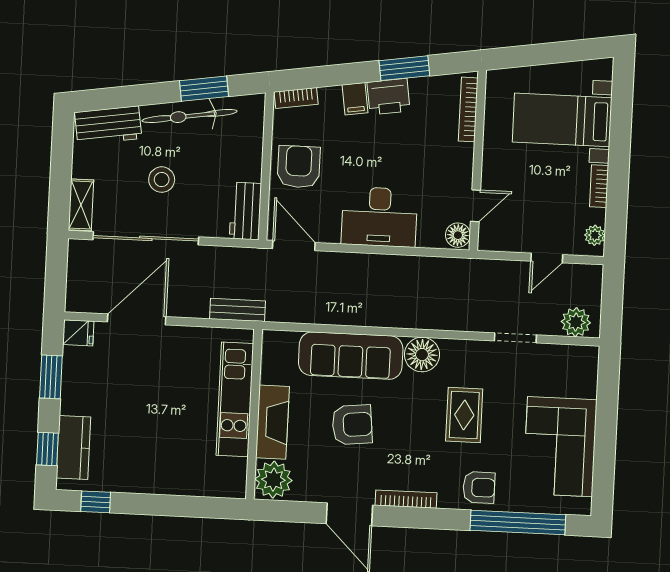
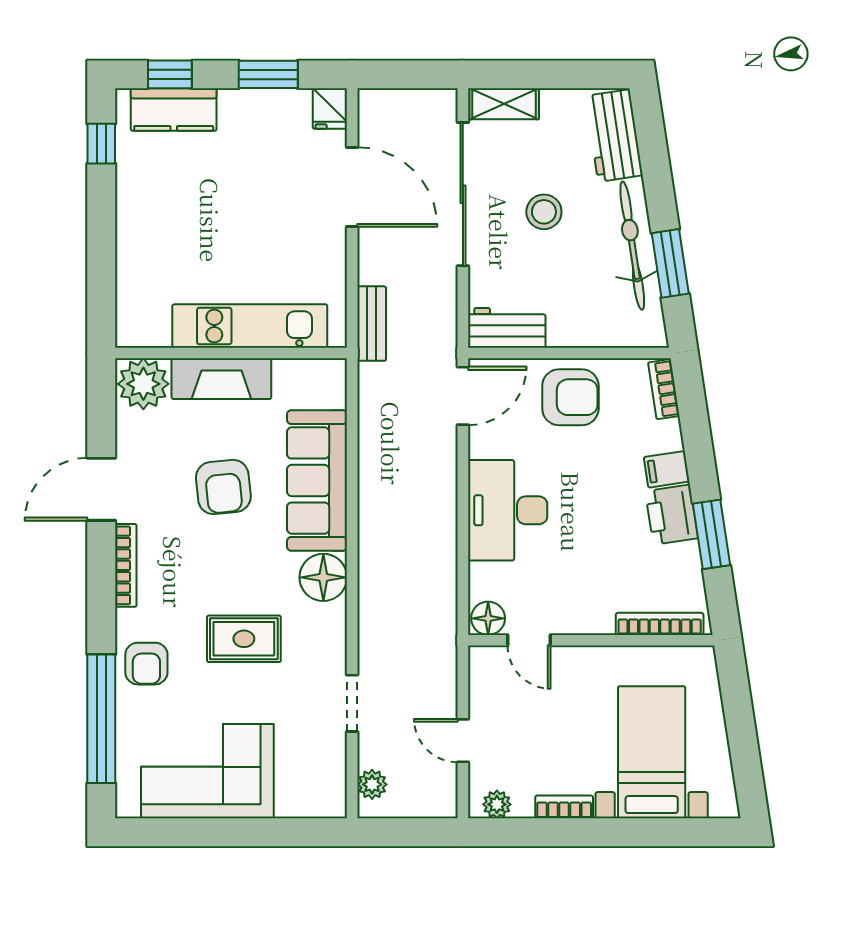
plant: (576, 322) -> (372, 784), width x0.73, depth x0.73

